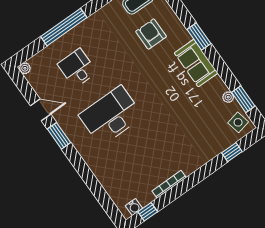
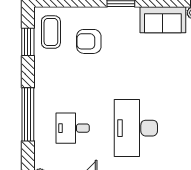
sofa: (196, 63) -> (163, 20), moved

